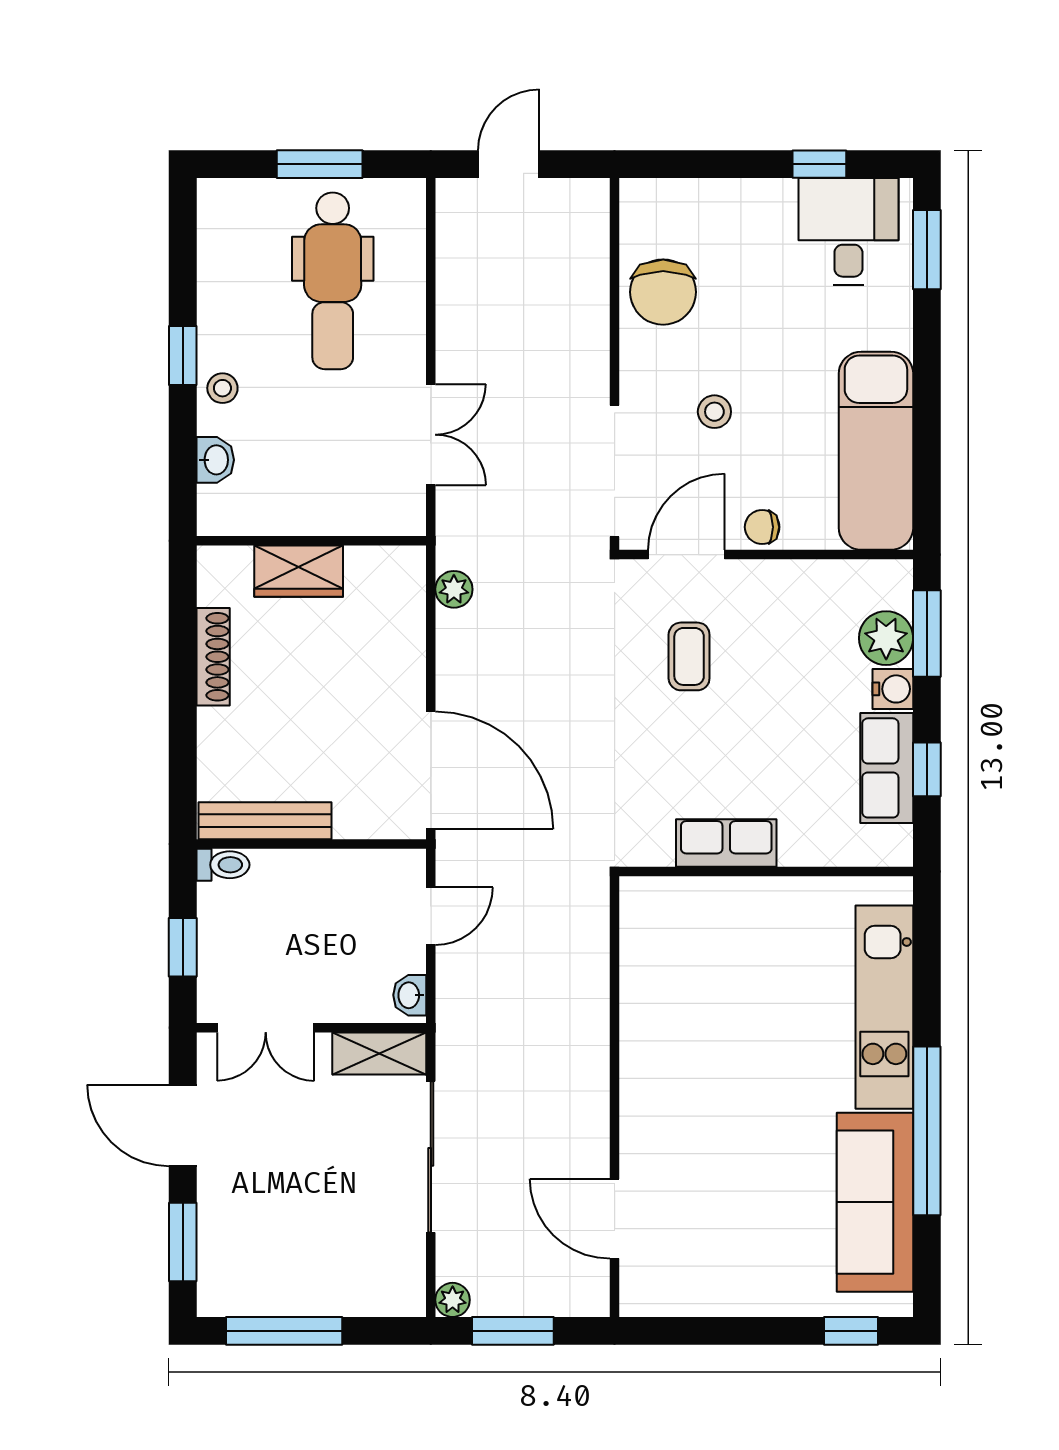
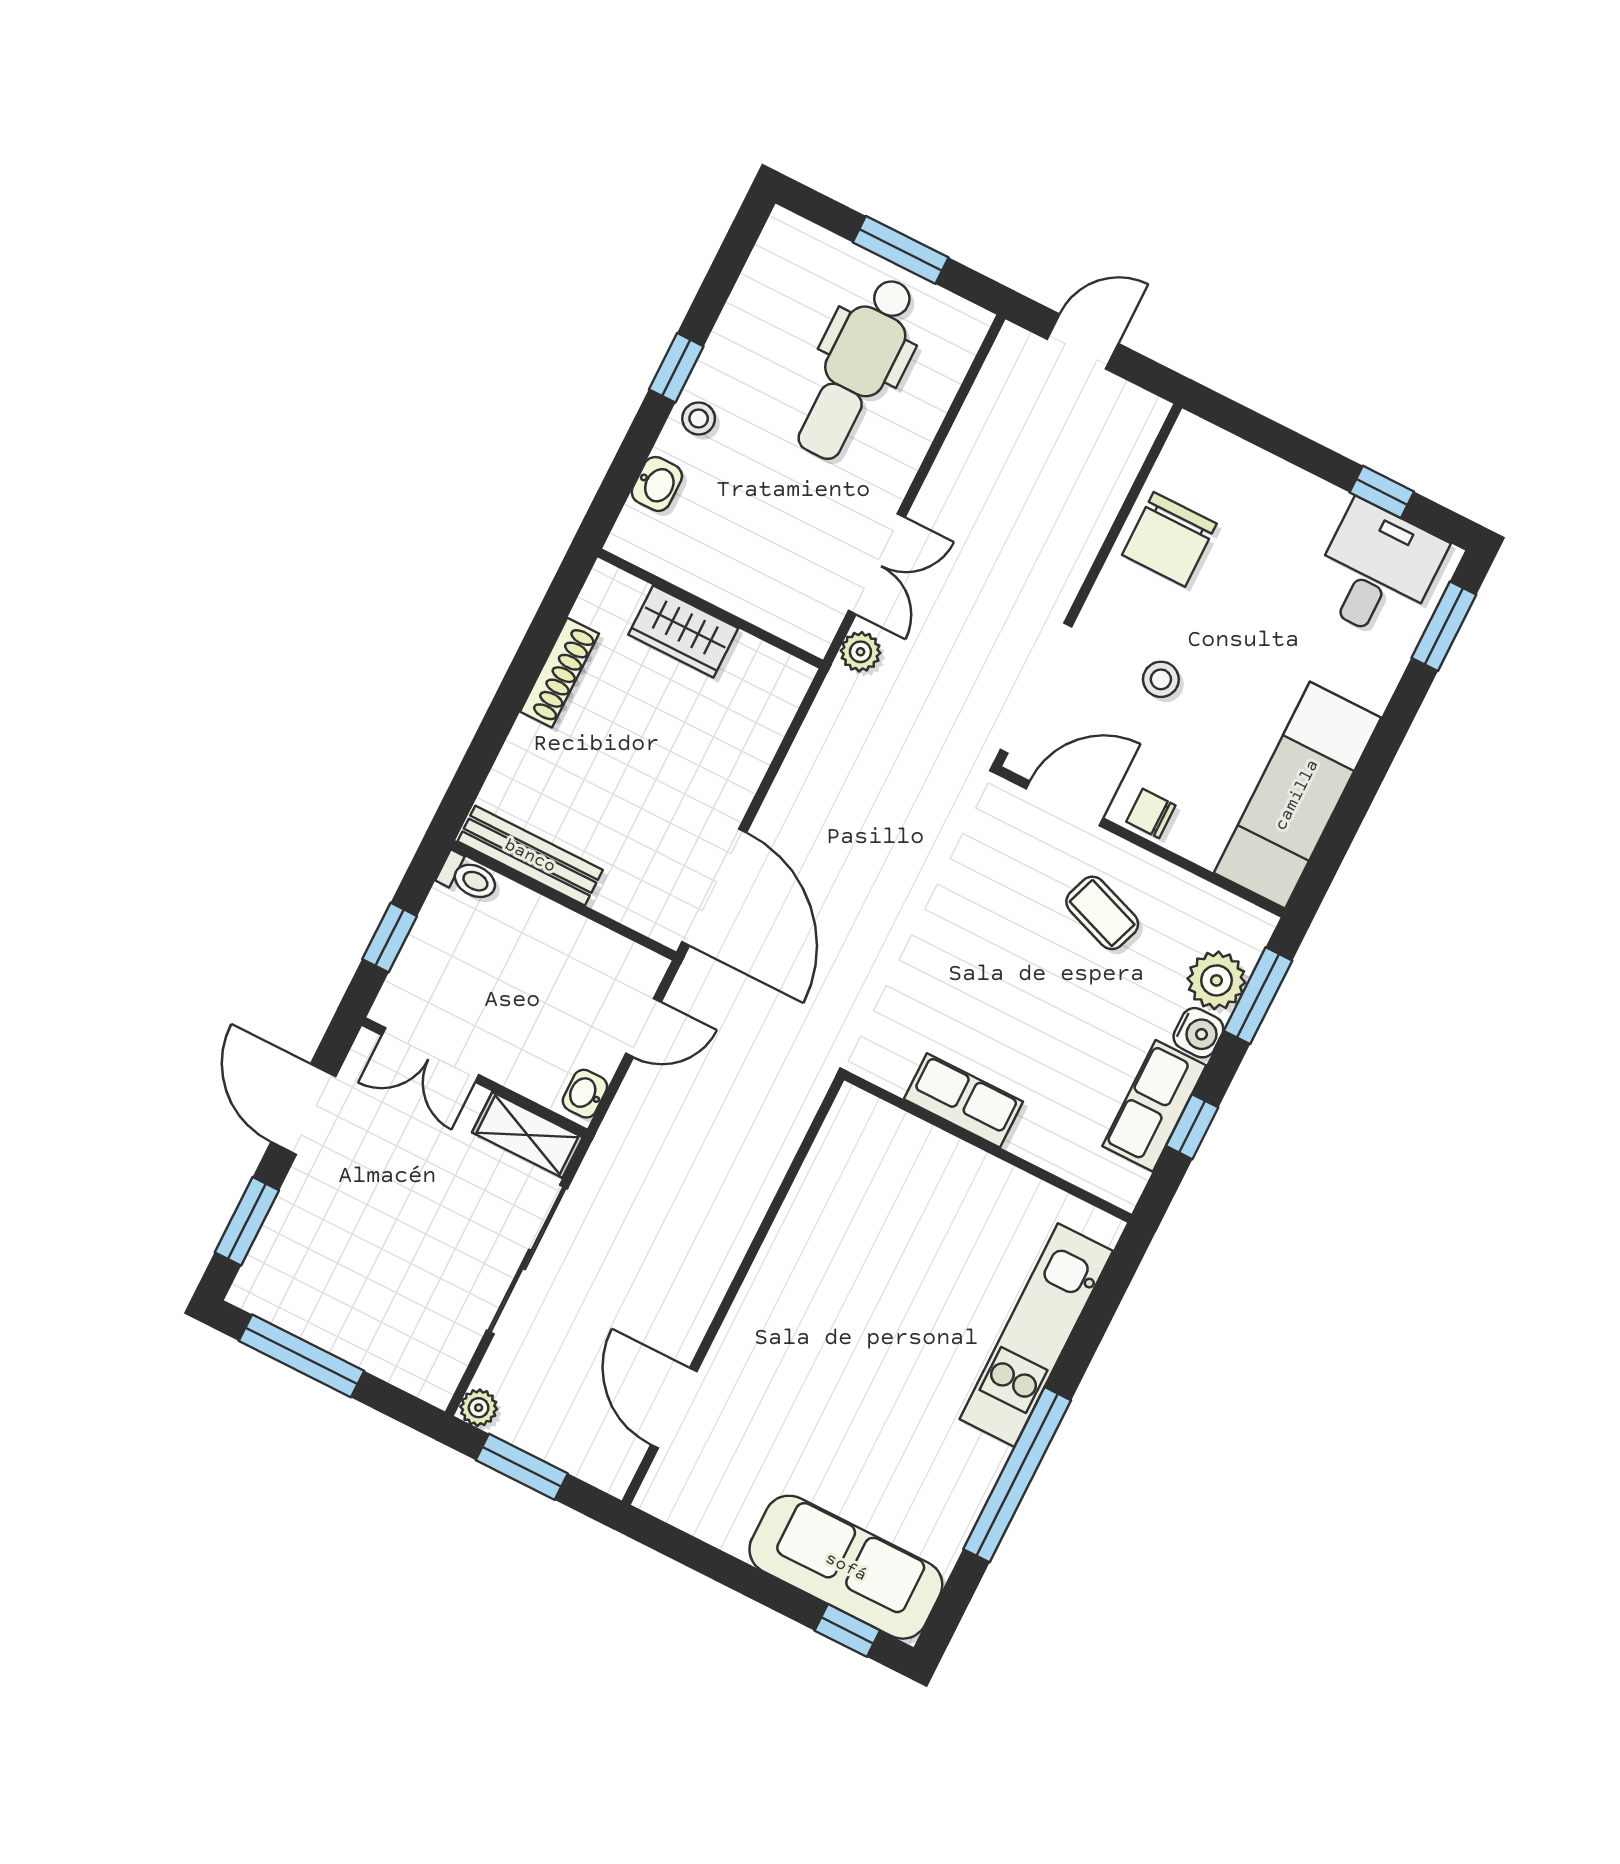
plant: (454, 589) -> (860, 652), moved
coffee table: (689, 656) -> (1102, 913), moved, turned -70
sofa: (875, 1202) -> (846, 1567), moved, turned 90

